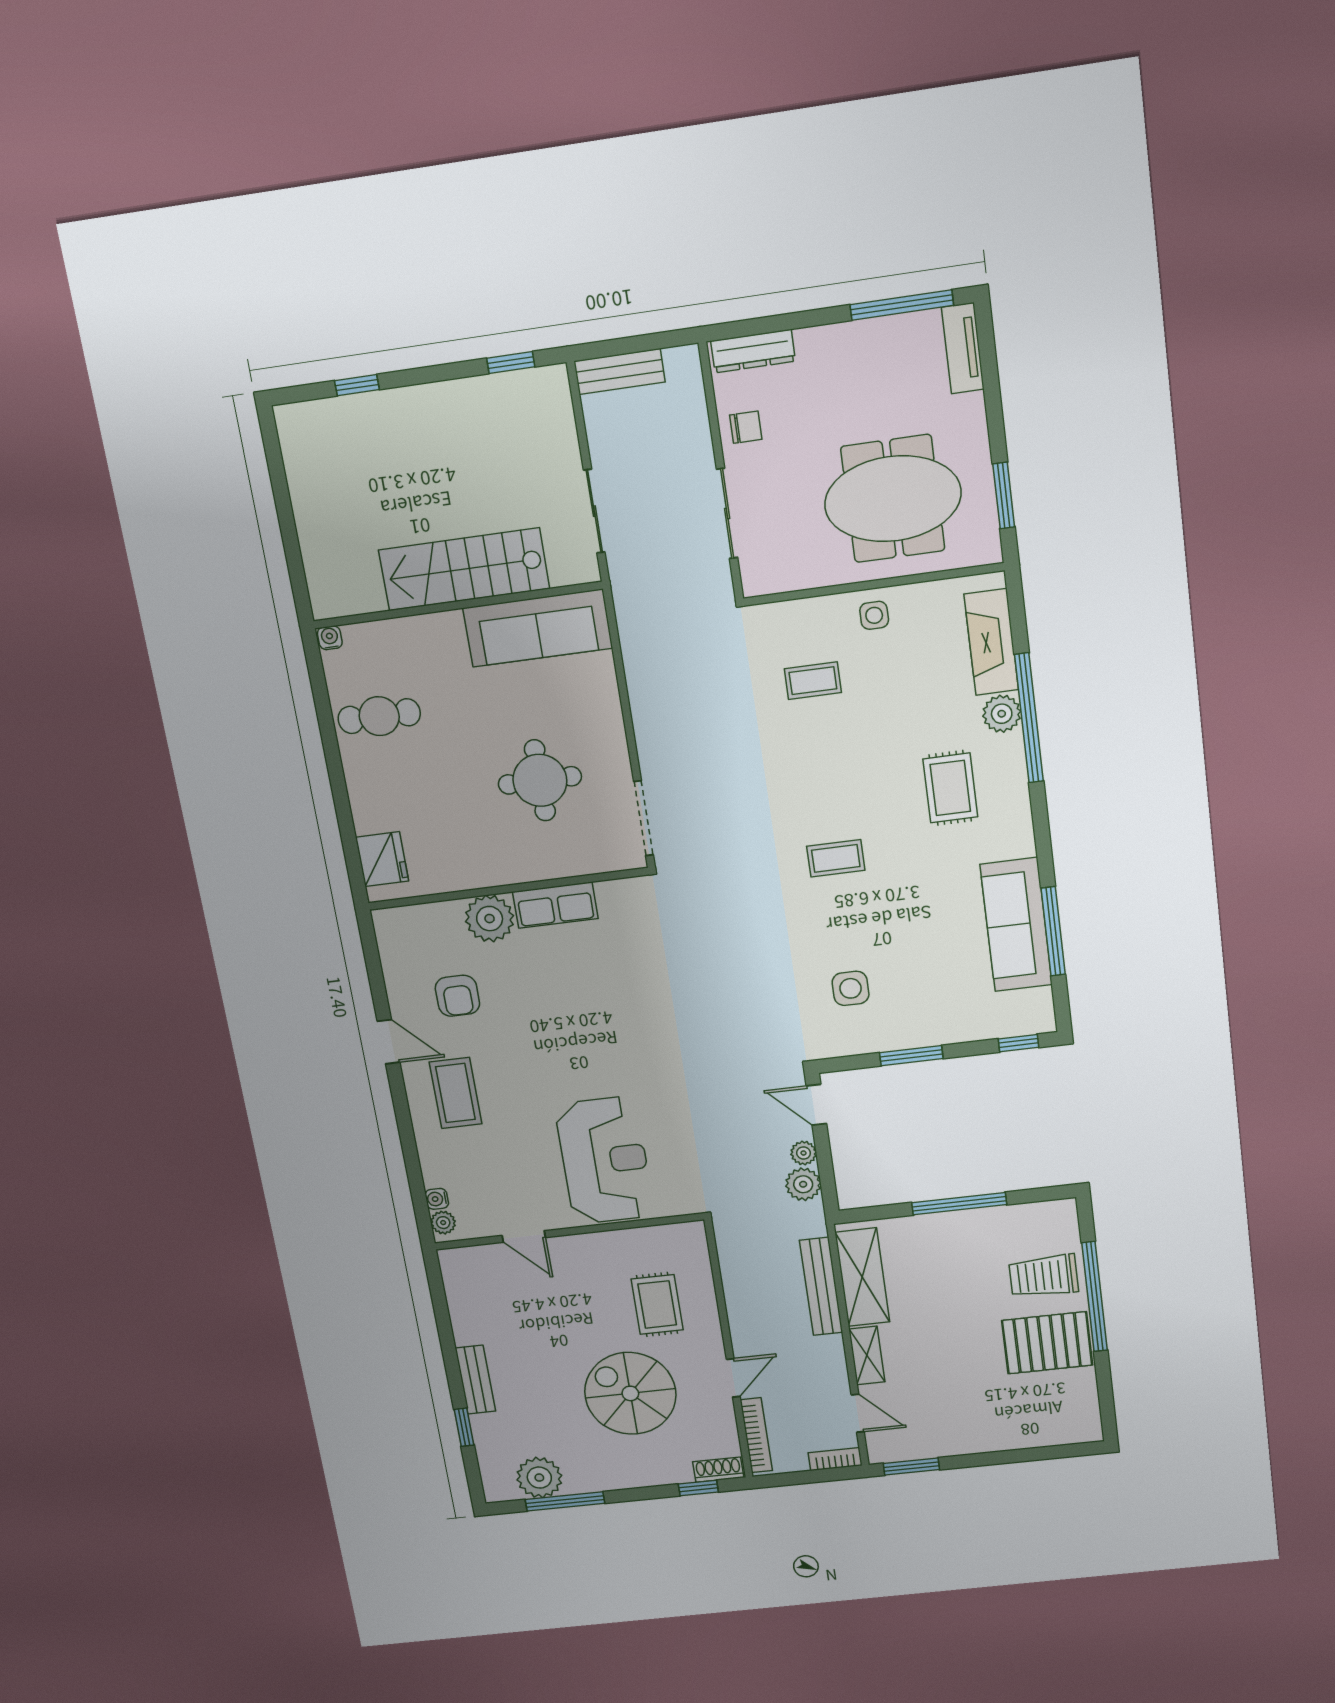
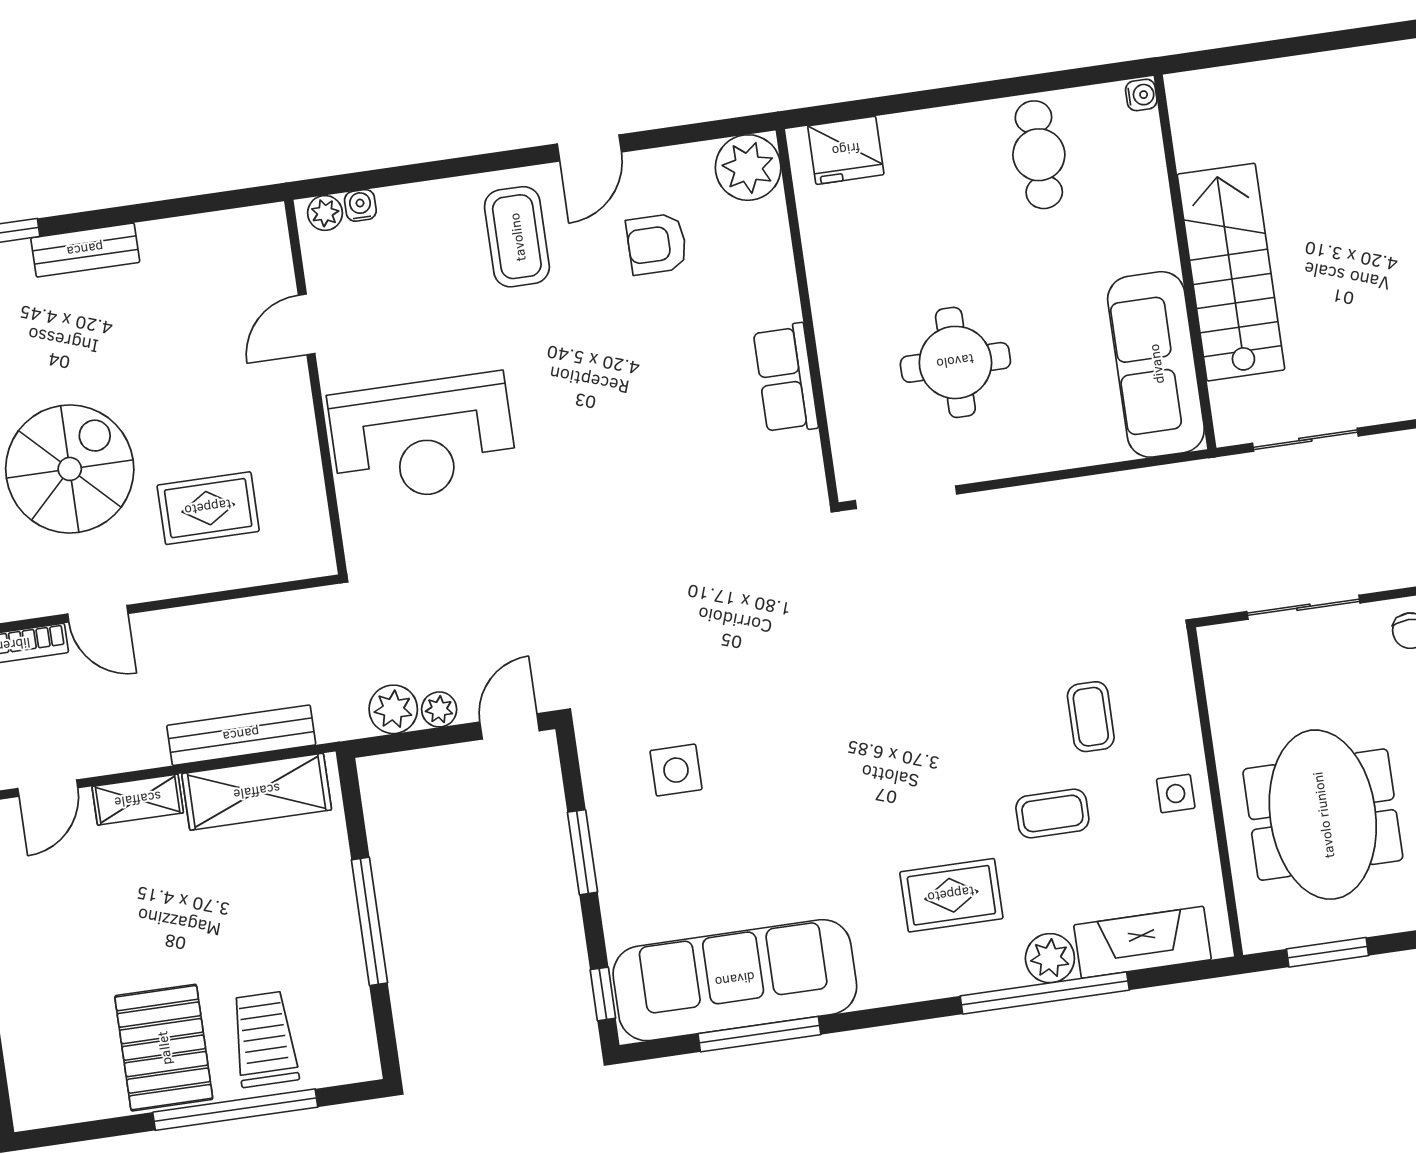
coffee table: (836, 858) -> (1052, 813), moved, turned 90
plant: (490, 919) -> (748, 168), moved
sofa: (1016, 925) -> (735, 980), width x1.36, depth x1.27
coffee table: (456, 1093) -> (517, 237), turned 90

